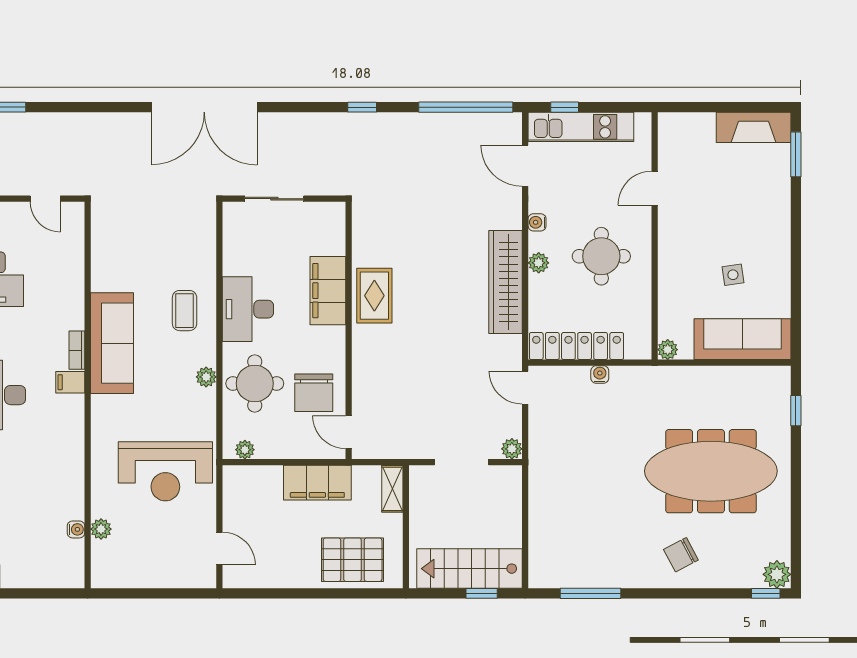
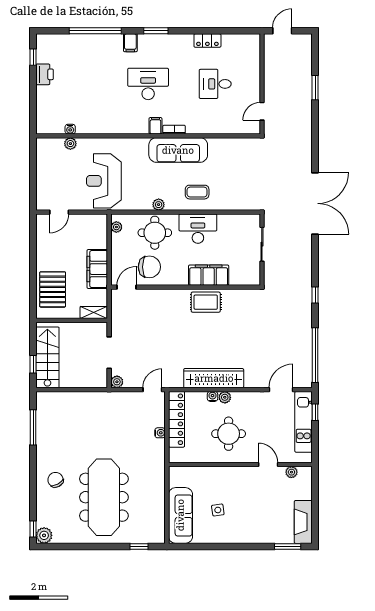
double door: (204, 107) -> (315, 203), swing flipped
water cooler: (537, 222) -> (213, 396), moved
plant: (668, 350) -> (291, 472), moved
chair: (314, 393) -> (149, 267), turned 180

